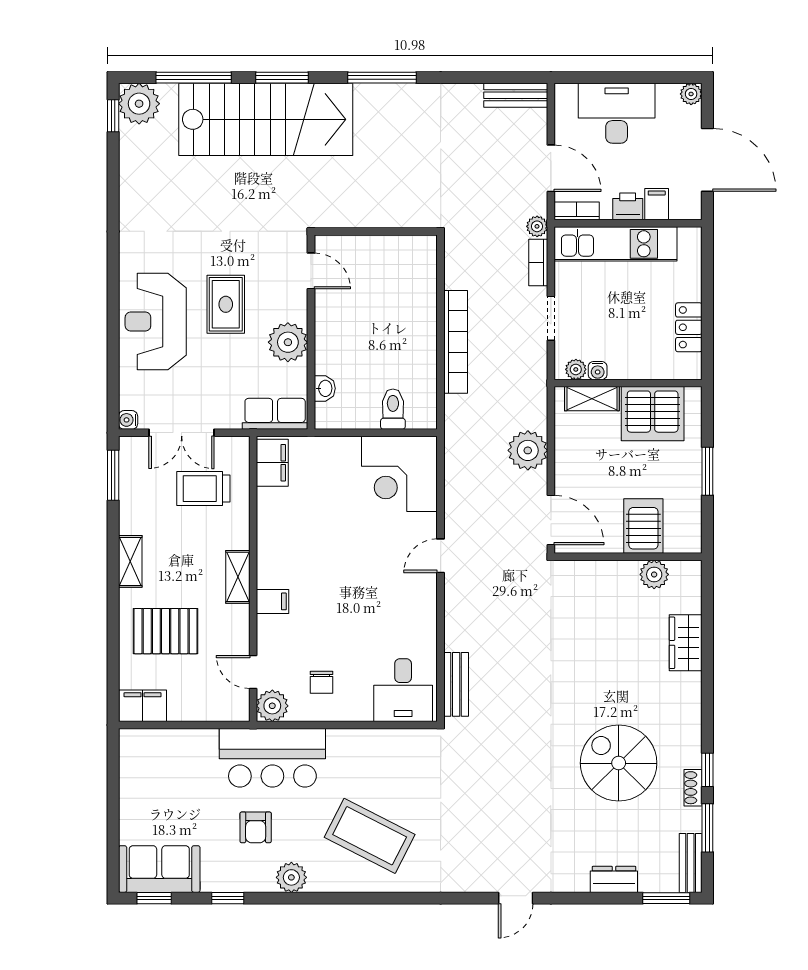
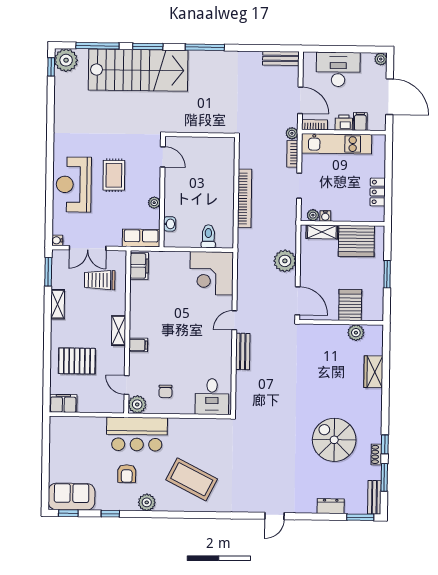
plant: (288, 342) -> (154, 203), width x0.53, depth x0.53
shelving: (130, 561) -> (58, 304), moved
bench: (456, 684) -> (243, 351), moved

